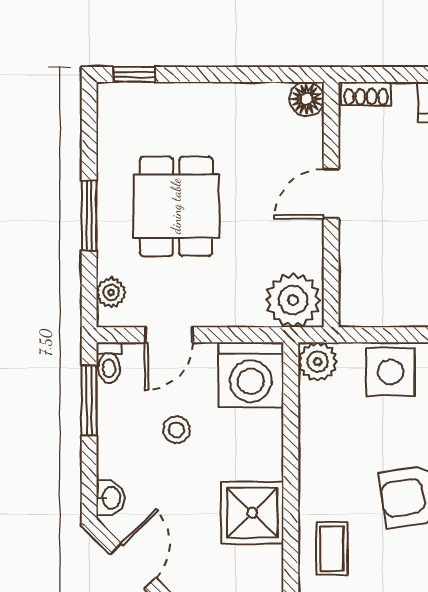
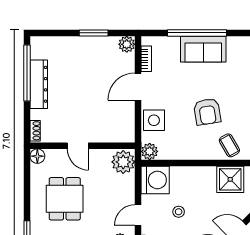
dining table: (176, 206) -> (65, 199), moved, turned 90
door: (169, 335) -> (138, 215), swing flipped
shower: (252, 513) -> (230, 179), moved
coffee table: (332, 549) -> (229, 145), turned 60

